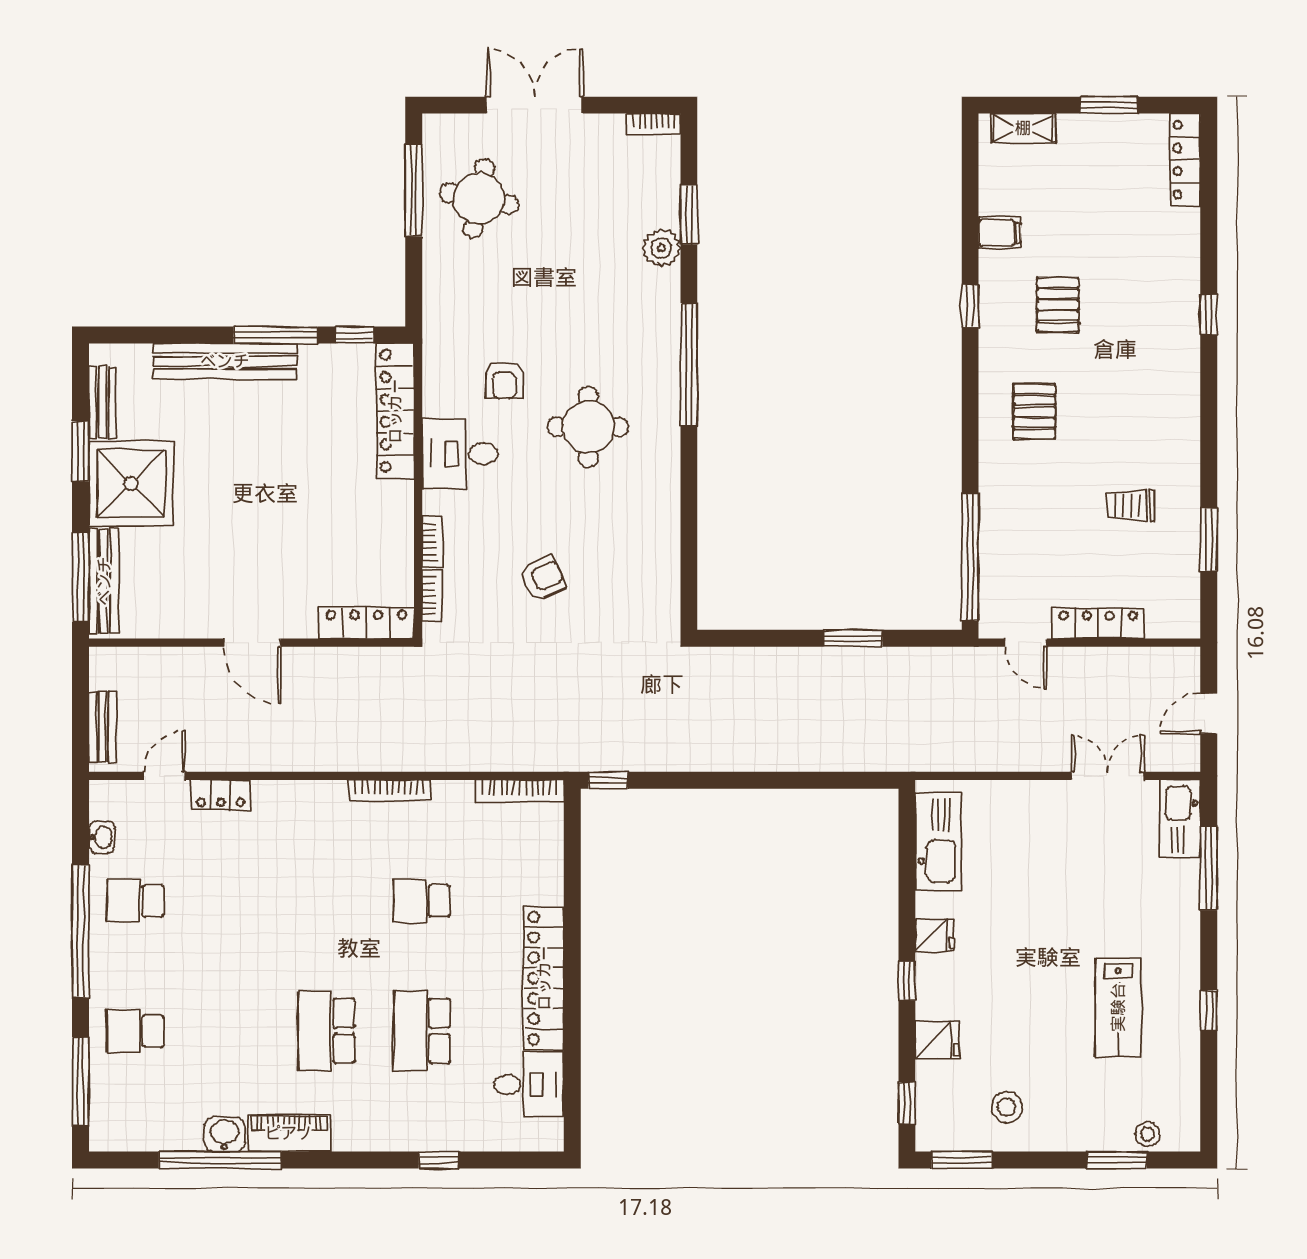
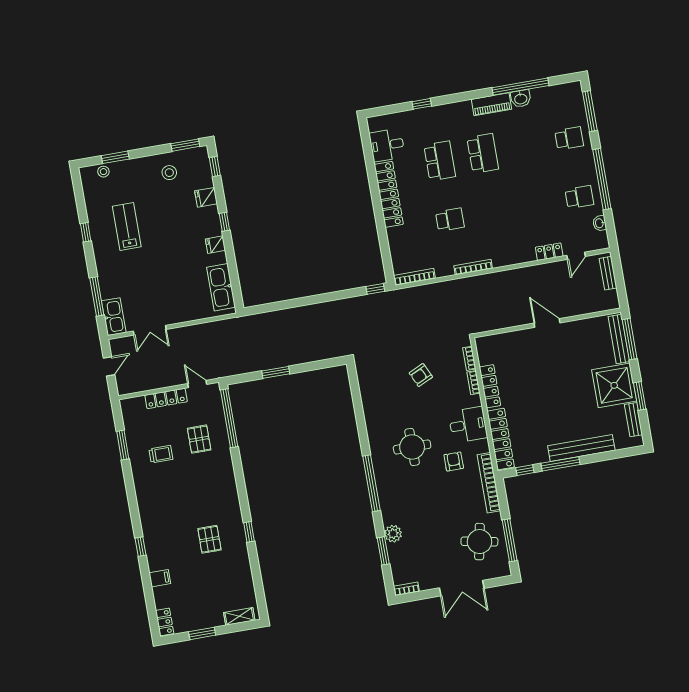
locker: (1185, 160) -> (165, 622), width x0.66
filing cabinet: (1000, 233) -> (160, 578), moved, turned 180
bookcase: (437, 321) -> (489, 483), added
pallet: (1034, 412) -> (199, 439), moved
locker: (366, 623) -> (490, 386), moved, turned -90

